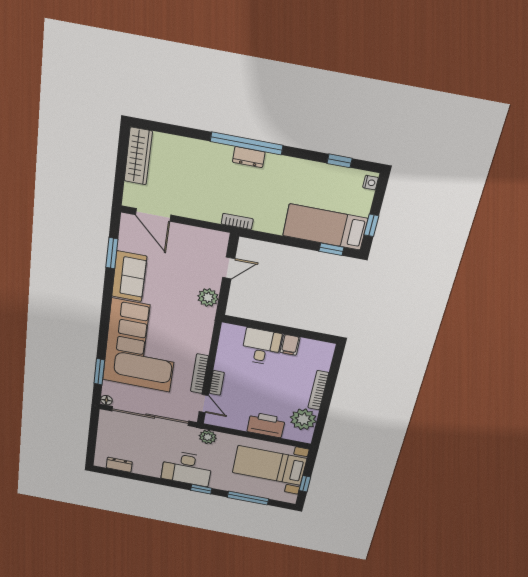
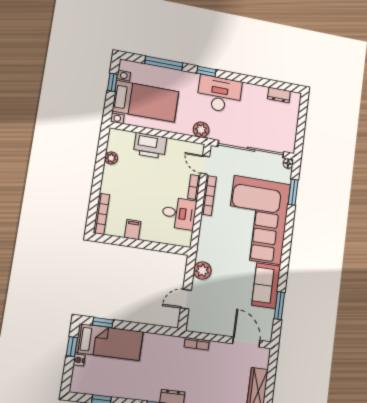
nightstand: (371, 183) -> (79, 360), moved
bookcase: (237, 221) -> (197, 344), moved
desk: (261, 347) -> (179, 213), moved, turned -90
bookcase: (318, 390) -> (101, 214), moved
plant: (303, 419) -> (111, 158), width x0.53, depth x0.53

